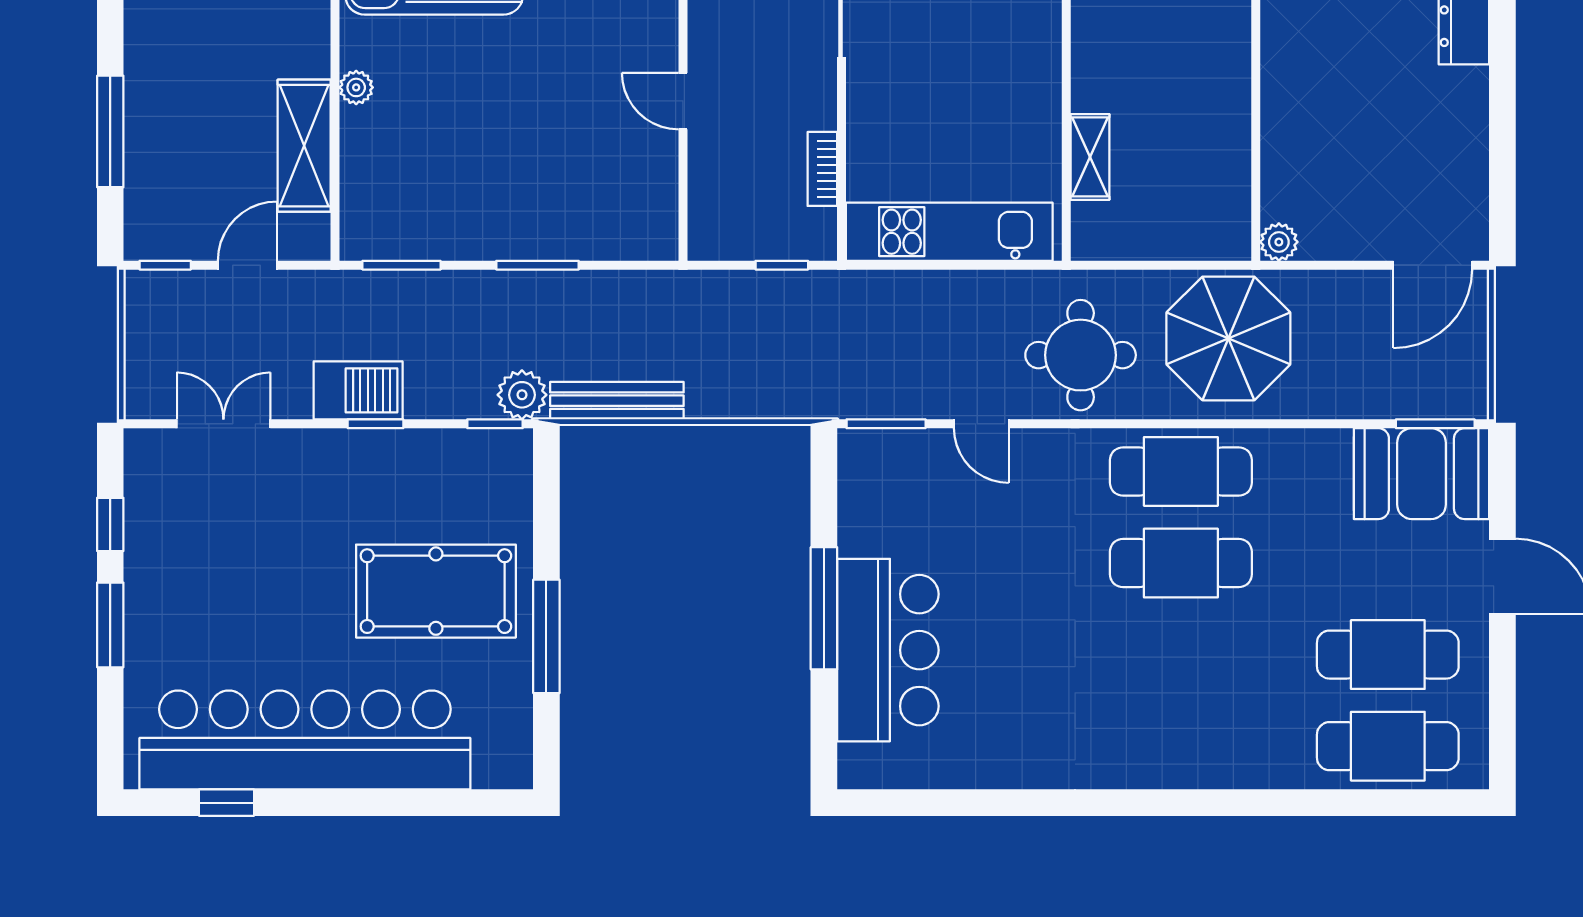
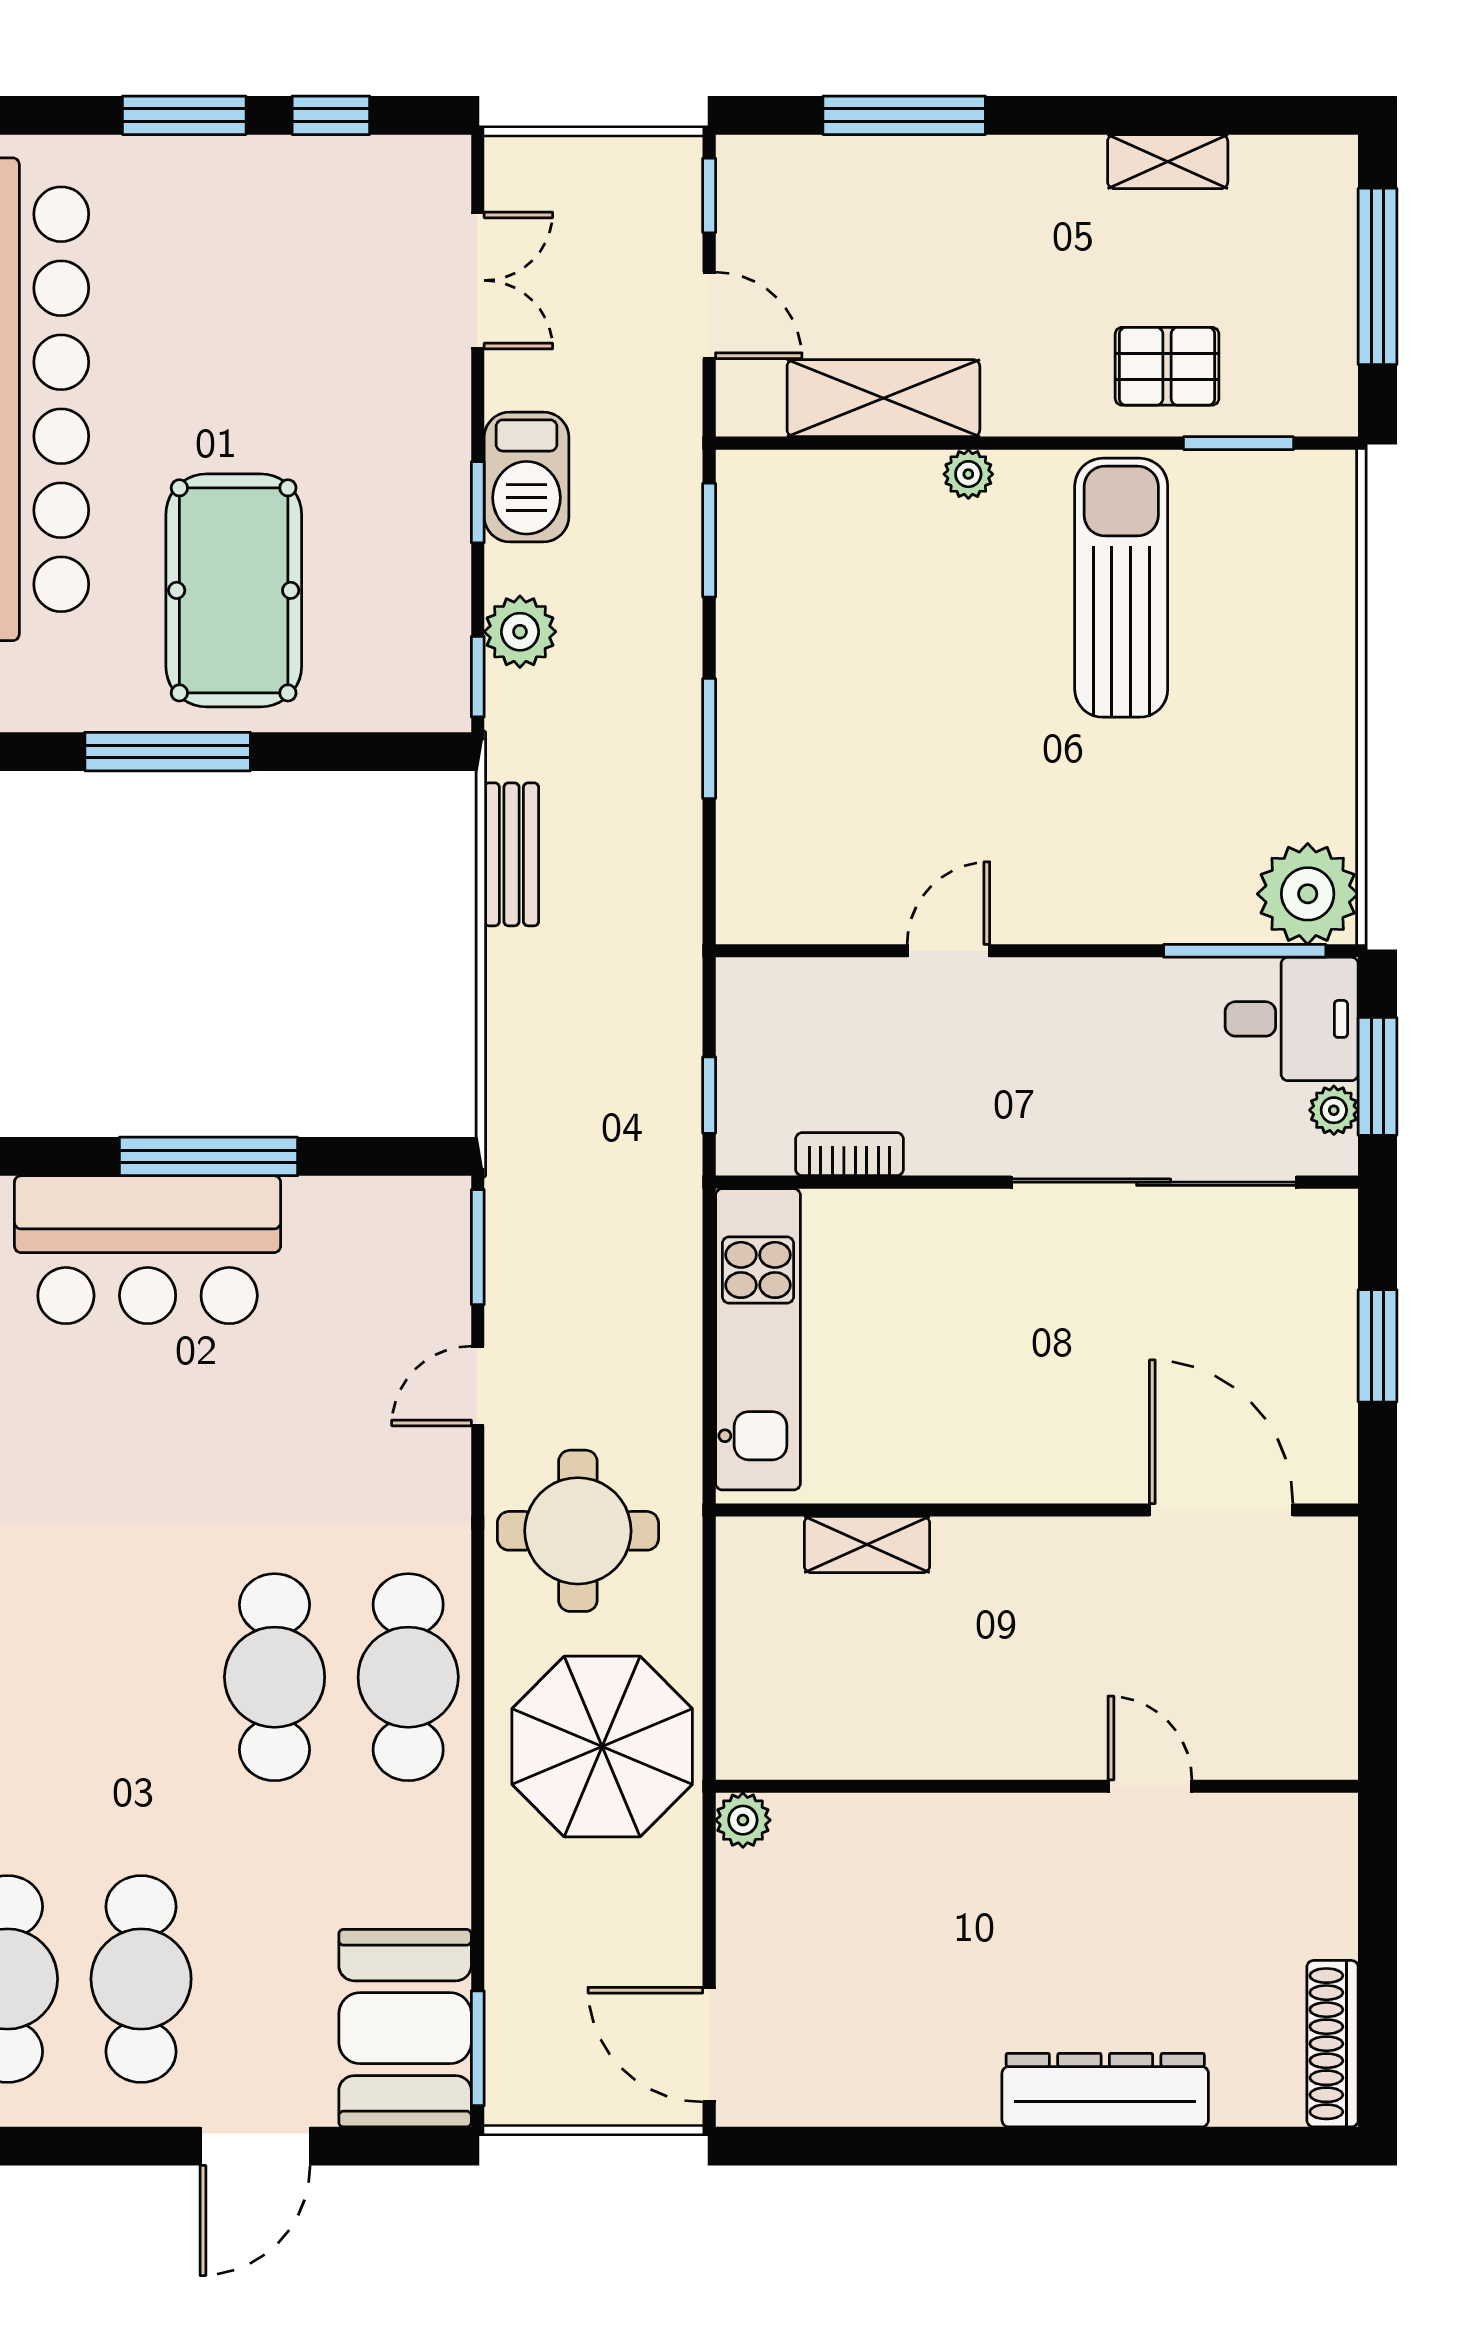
plant: (522, 395) -> (520, 632), moved
bench: (617, 401) -> (511, 854), width x0.73

